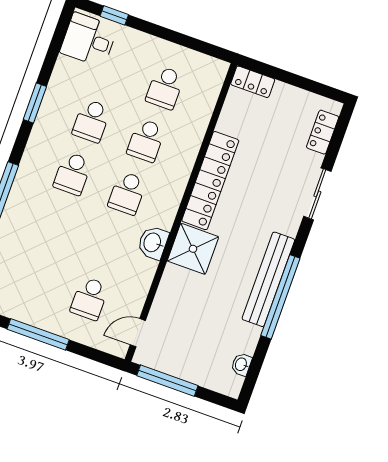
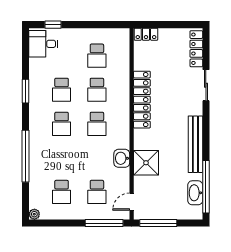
locker: (323, 132) -> (196, 49), width x1.53
washbasin: (153, 243) -> (122, 158), moved
shower: (193, 249) -> (146, 163), moved
school desk: (35, 279) -> (62, 192), added
window: (280, 297) -> (206, 187), moved
window: (38, 334) -> (104, 223), moved
washbasin: (241, 364) -> (195, 193), width x1.91, depth x1.45

